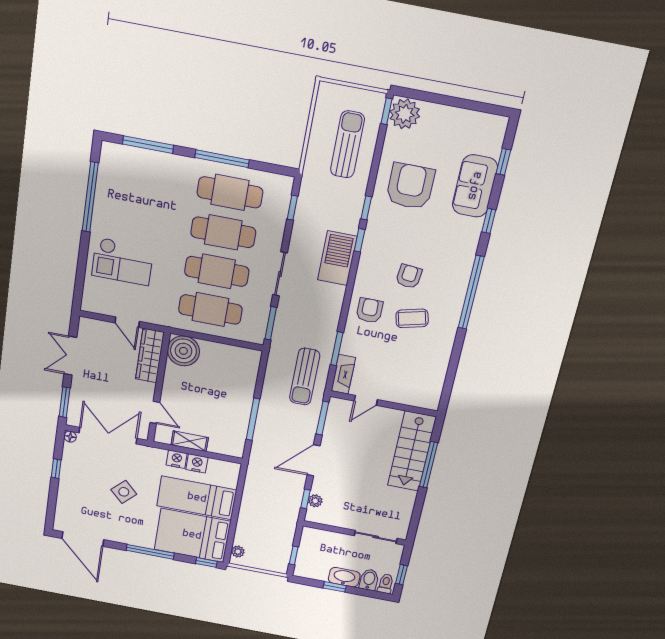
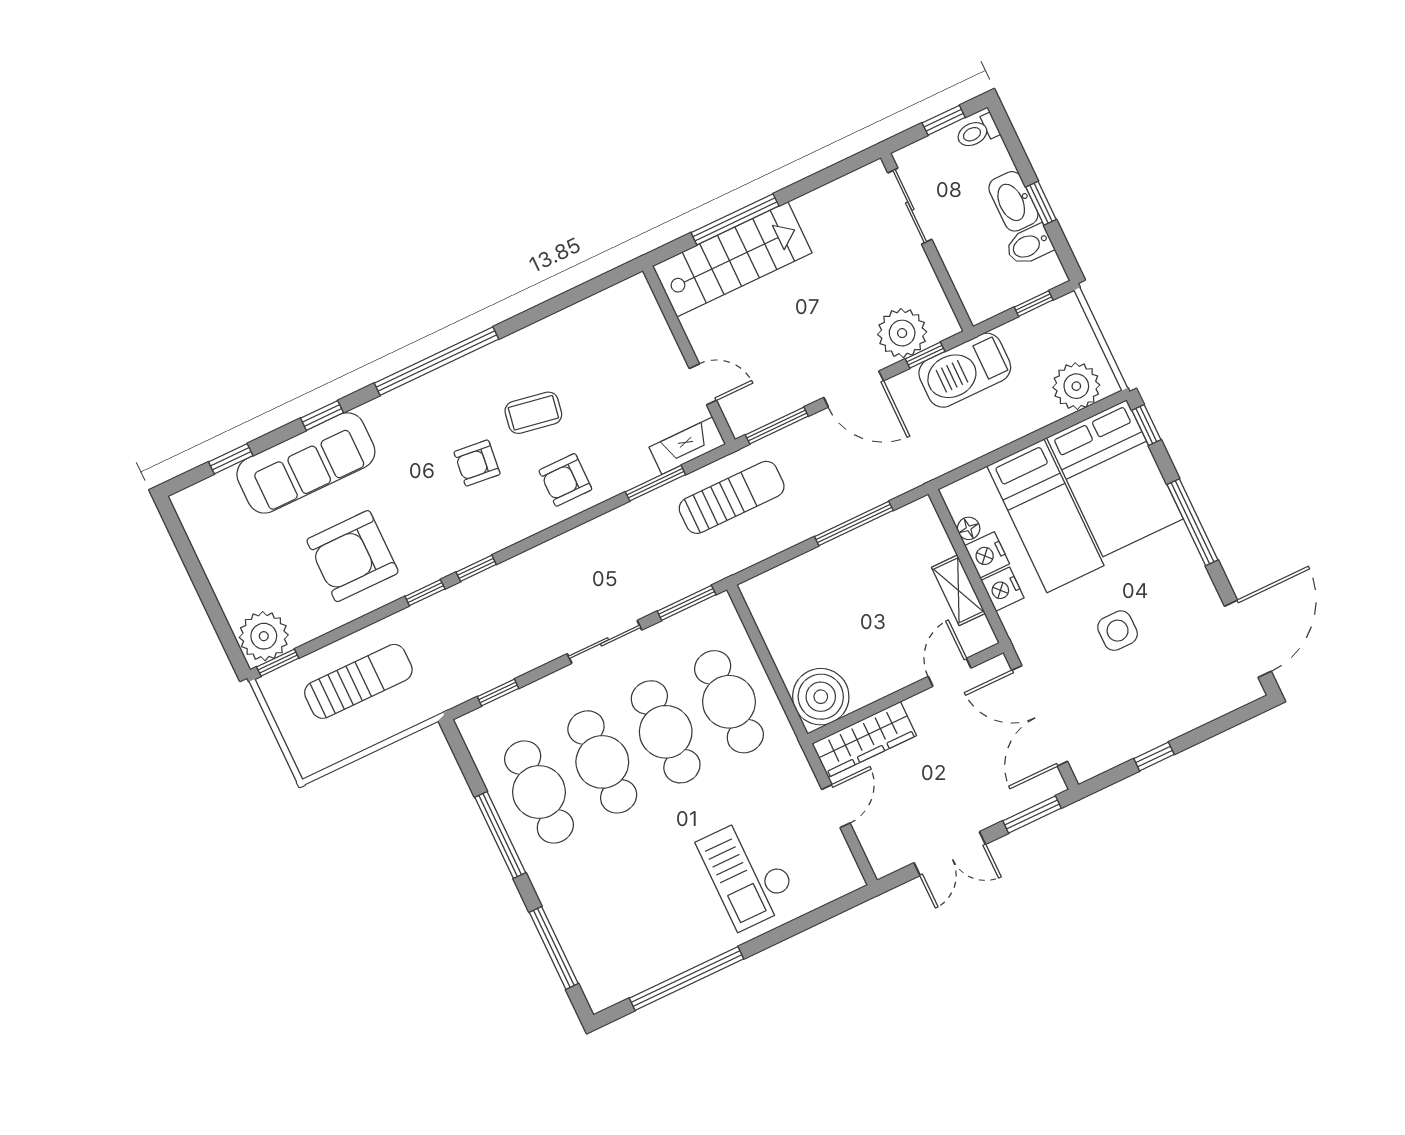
sun lounger: (347, 144) -> (358, 681), turned 180
sofa: (475, 186) -> (306, 463), width x1.36
barbecue: (337, 258) -> (965, 370), moved
checkout: (123, 261) -> (748, 873), turned 180
coffee table: (412, 318) -> (533, 413), turned -66
floor lamp: (70, 437) -> (969, 528), moved
side table: (124, 492) -> (1118, 631), turned 45
plant: (315, 501) -> (902, 333), width x1.88, depth x1.88
plant: (238, 552) -> (1076, 386), width x1.88, depth x1.88
bidet: (369, 580) -> (1029, 245), moved

